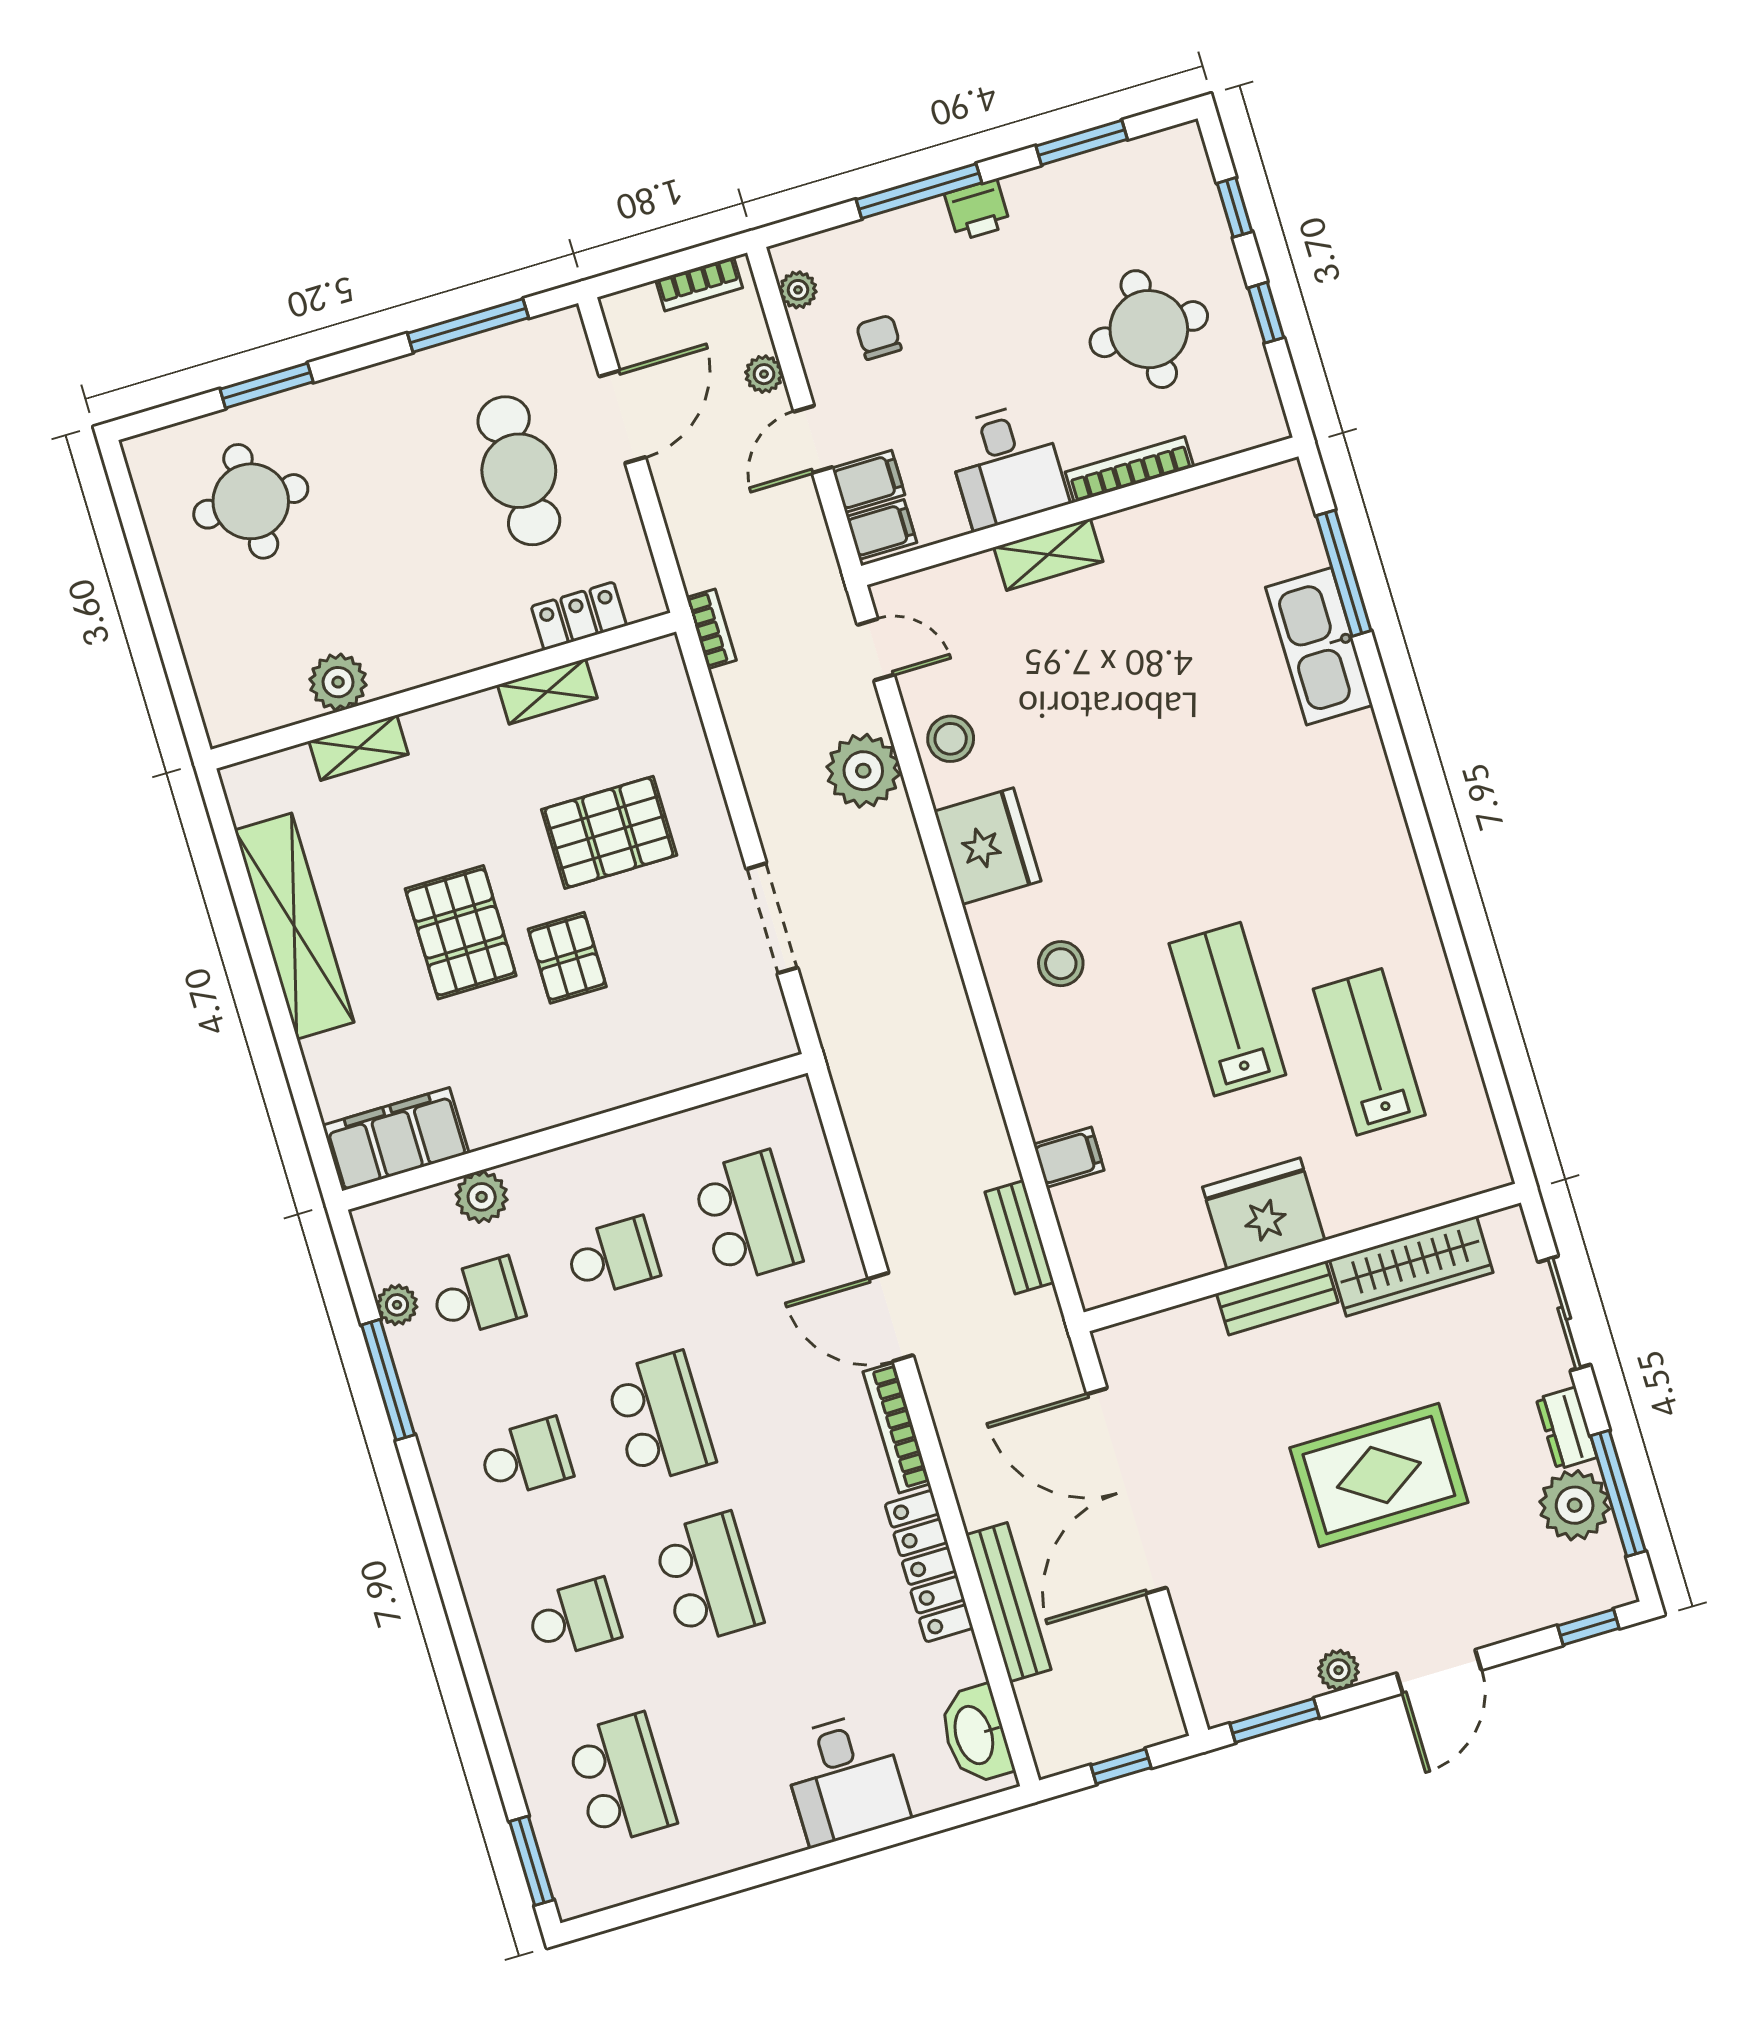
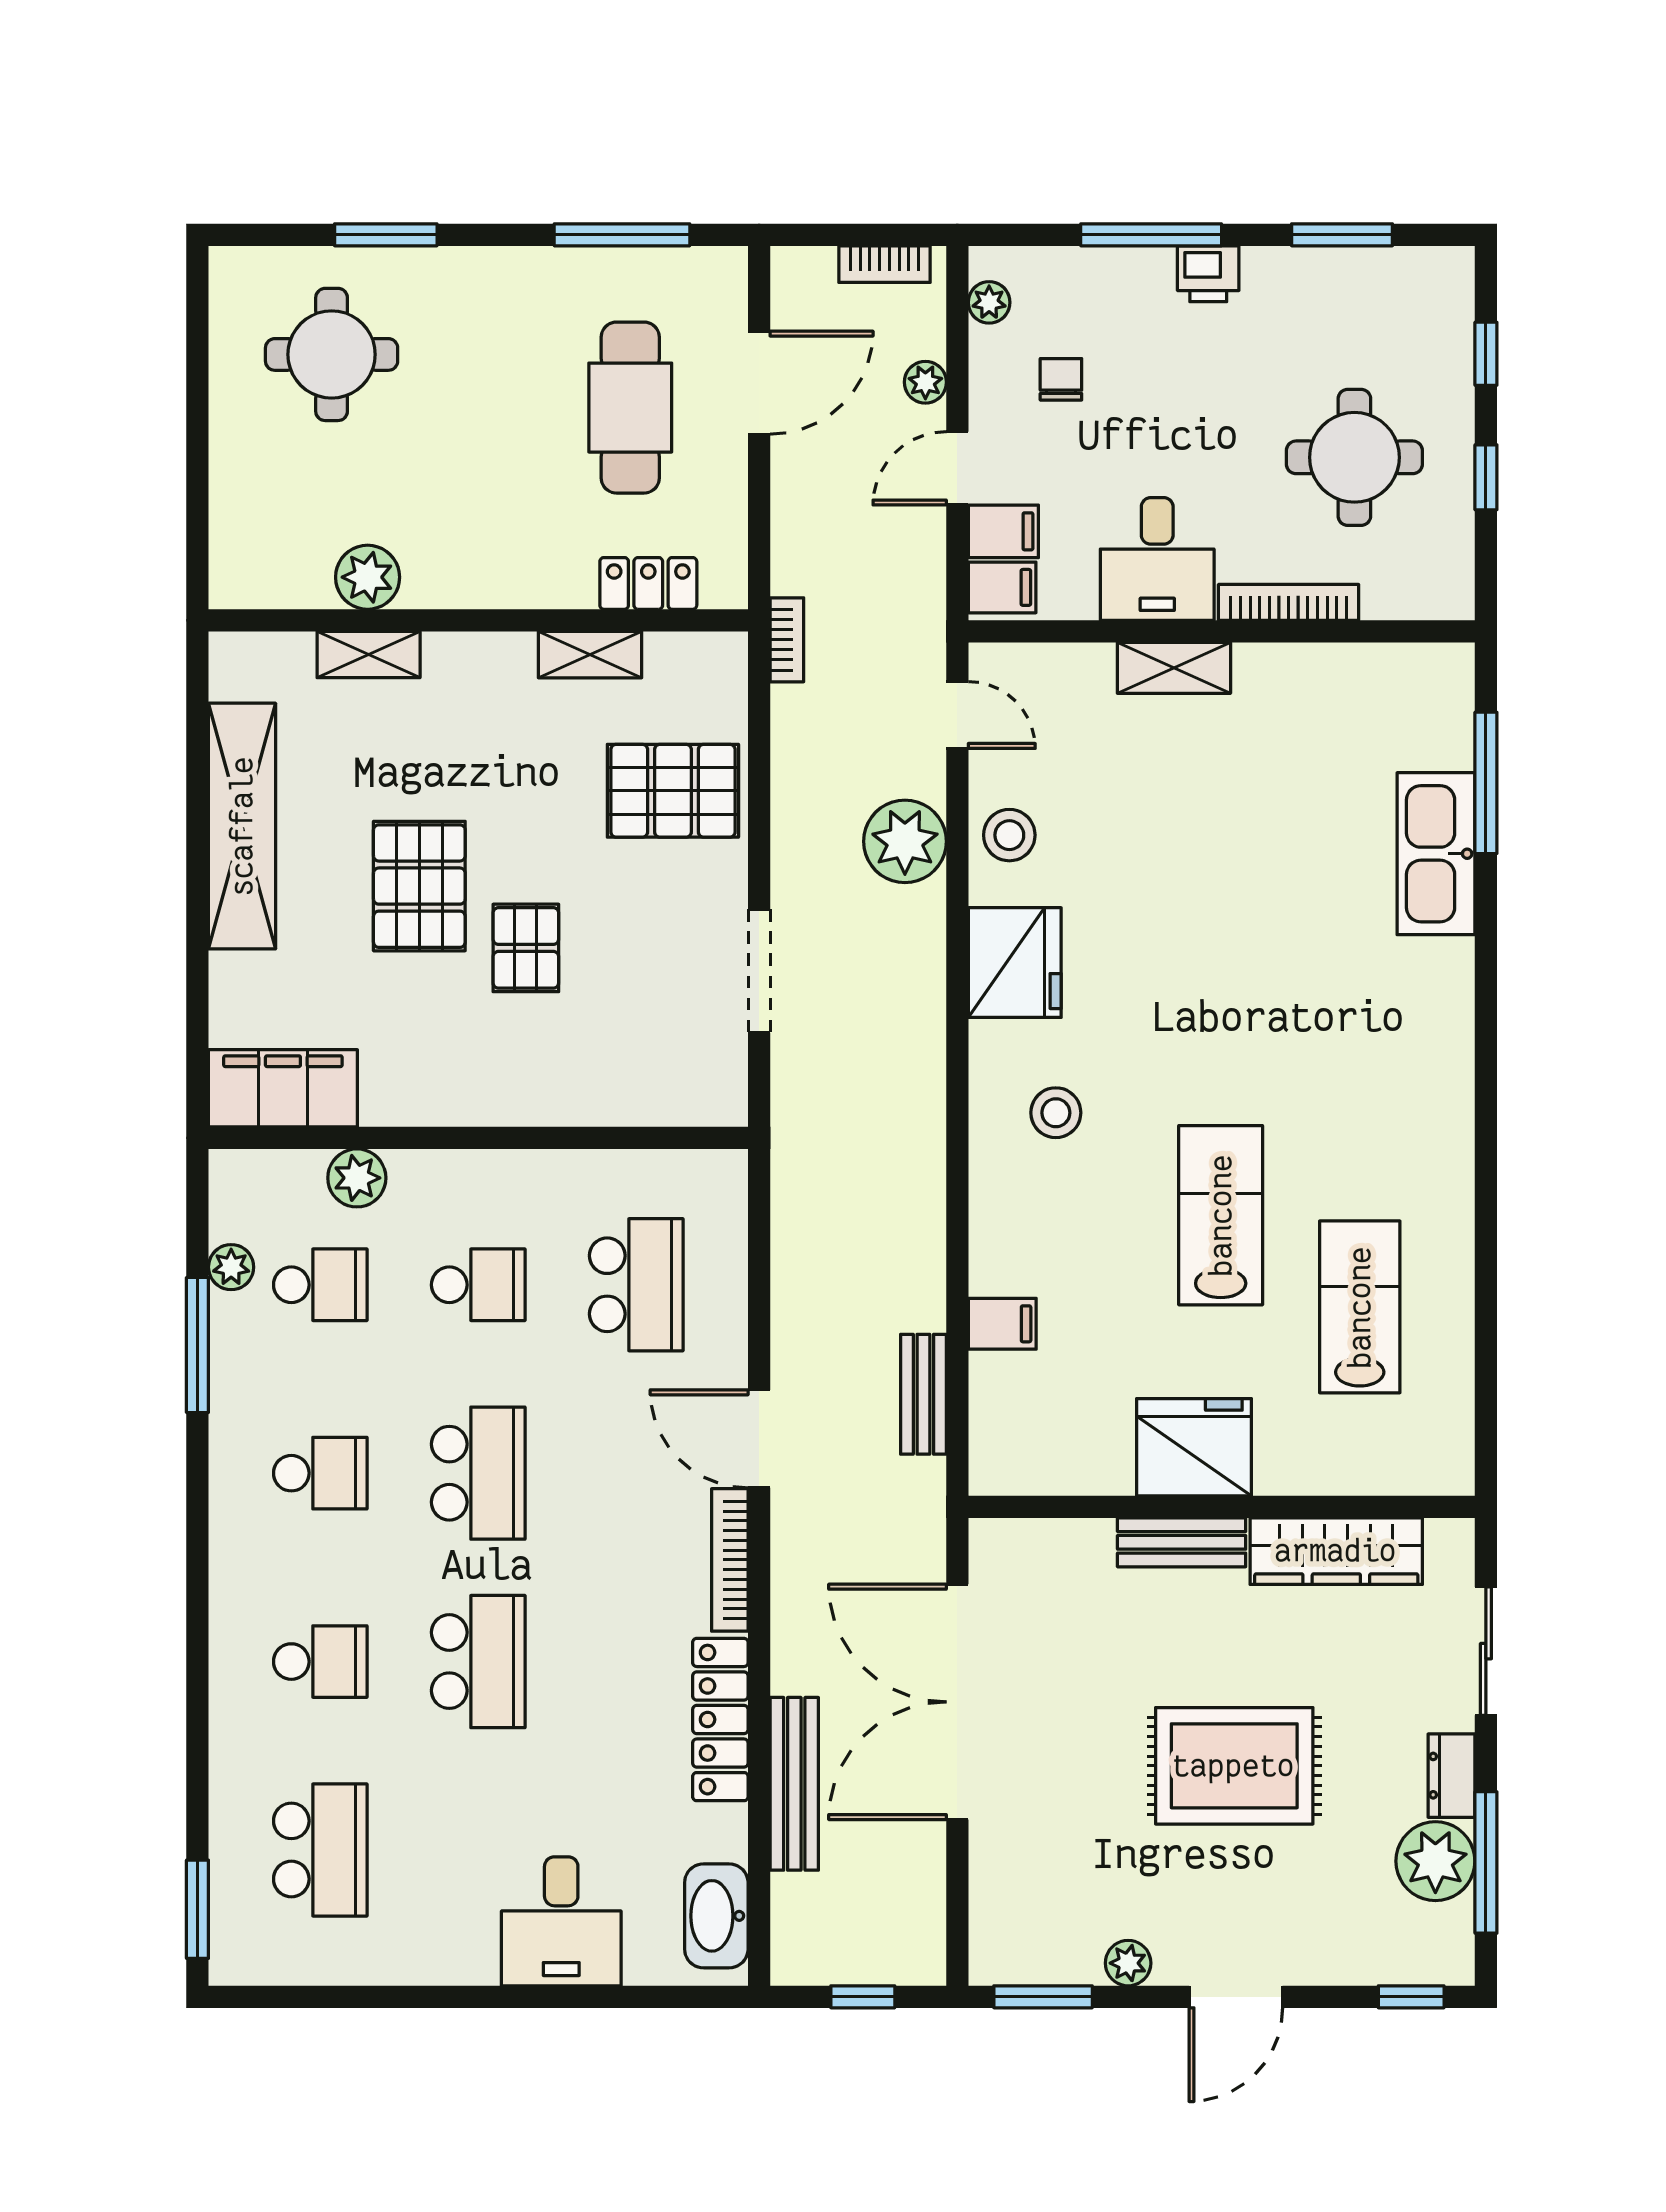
pallet: (609, 832) -> (673, 791), moved

